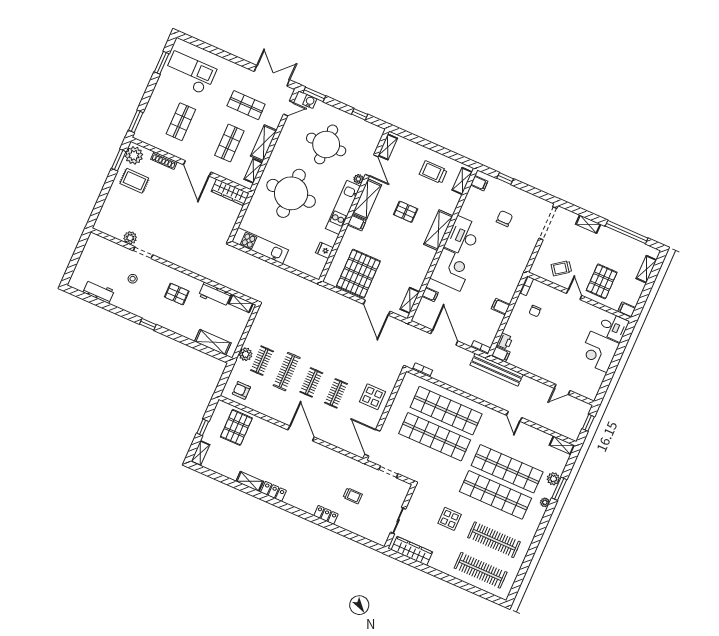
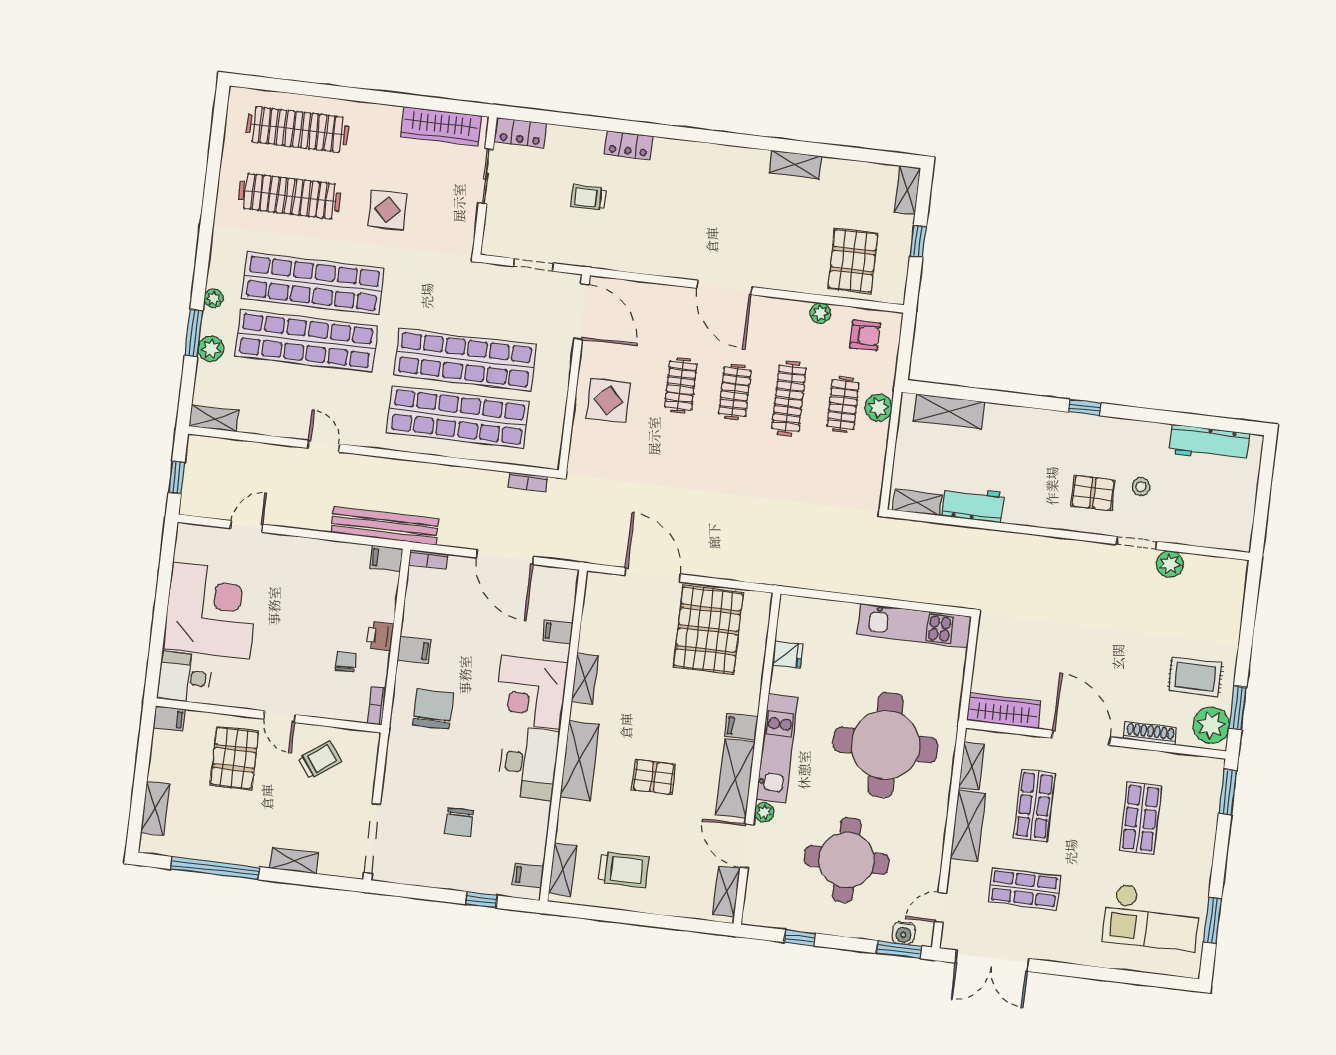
chair: (500, 276) -> (433, 709), added
workbench: (99, 291) -> (1209, 443), width x1.38
pallet: (177, 294) -> (1093, 493), moved
shelving: (410, 300) -> (585, 679), moved
printer: (505, 341) -> (380, 636), moved
corner desk: (599, 352) -> (211, 610), width x1.36, depth x1.36
plant: (259, 407) -> (820, 313), added
locker: (273, 491) -> (520, 133), moved

